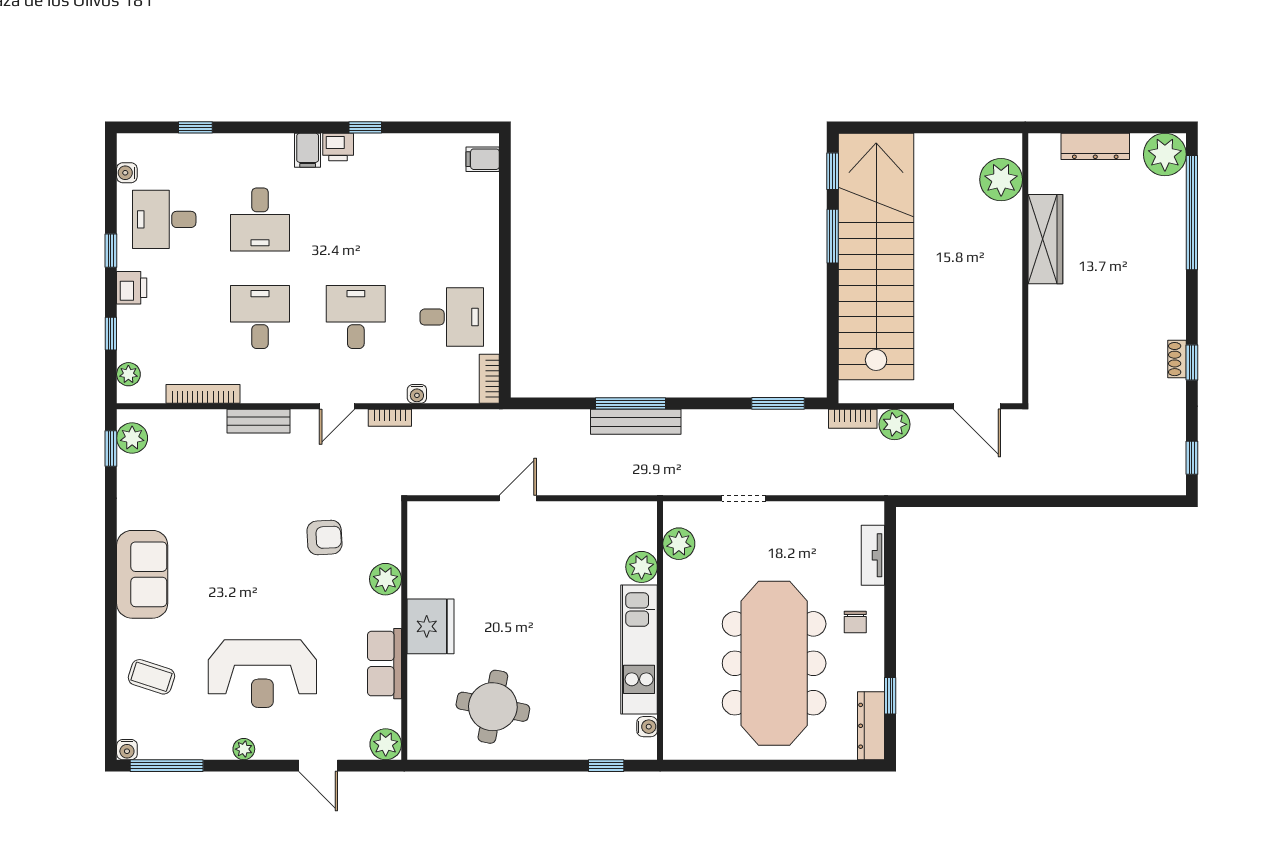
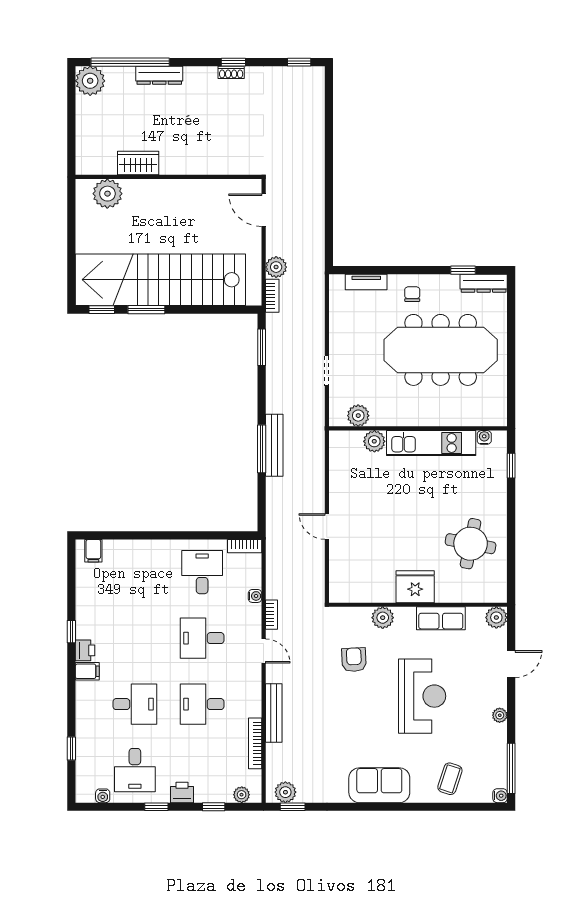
dresser: (1095, 146) -> (159, 75), moved, turned 90
wardrobe: (1045, 239) -> (138, 163), width x0.67
door: (977, 406) -> (264, 210), swing flipped
bench: (259, 421) -> (274, 713), width x1.36
chair: (855, 622) -> (412, 294), turned -90
reception desk: (262, 674) -> (422, 696), moved

